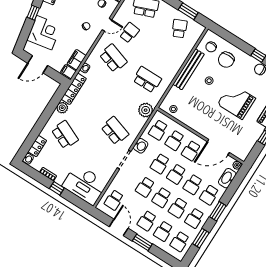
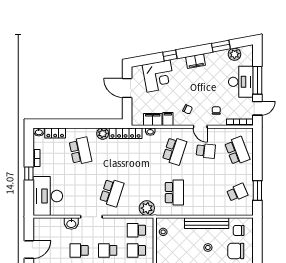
filing cabinet: (68, 72) -> (168, 119), moved
school desk: (65, 135) -> (80, 151), turned -36
washbasin: (141, 146) -> (71, 224), moved
school desk: (114, 200) -> (50, 230), removed

